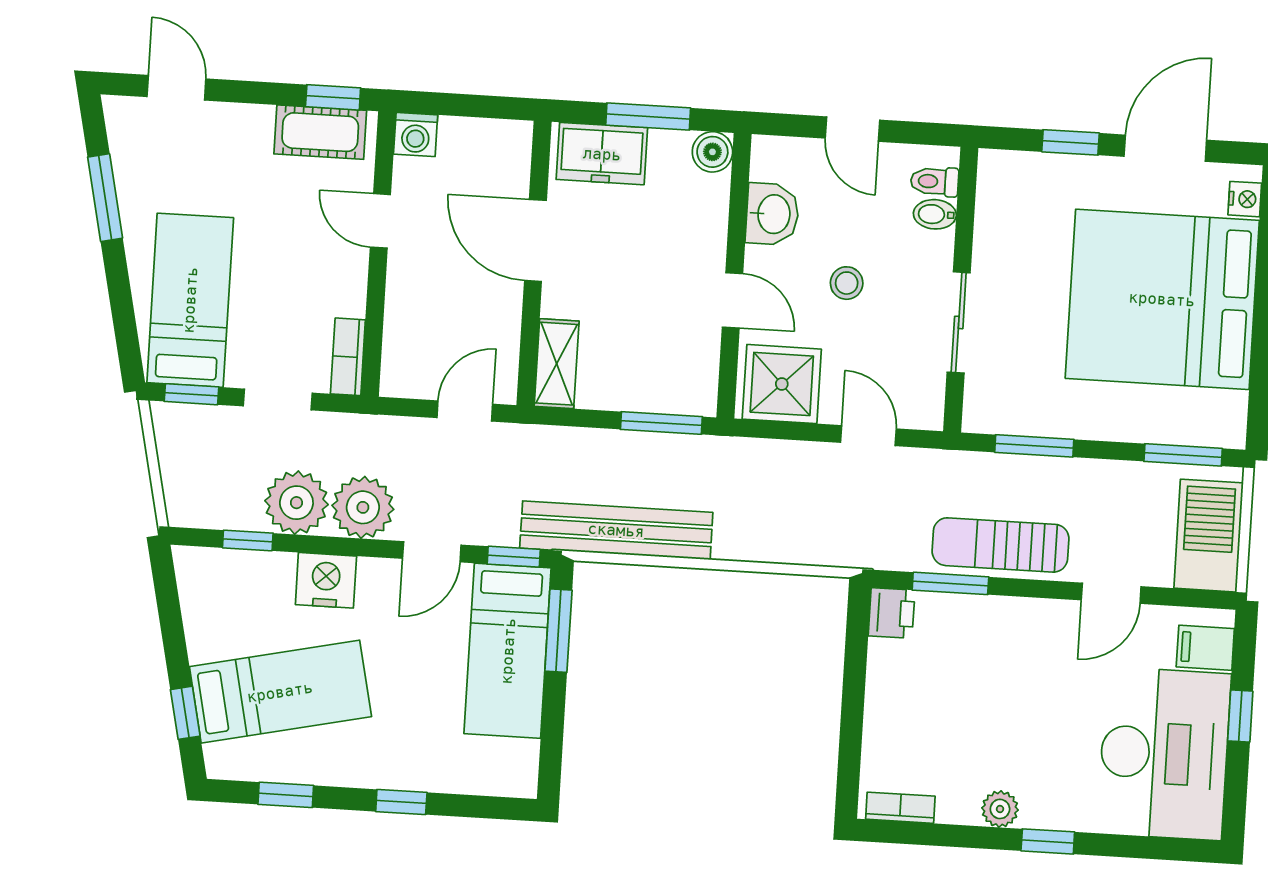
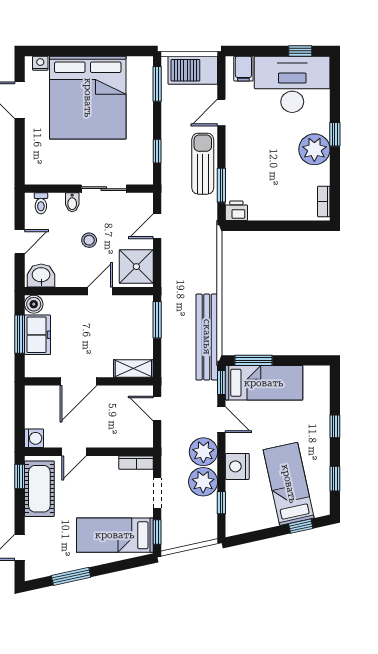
cot: (320, 132) -> (39, 489), width x1.37, depth x1.34
window: (1070, 142) -> (20, 143), removed
freezer: (602, 154) -> (38, 335), moved
washbasin: (772, 214) -> (41, 275), moved
bidet: (935, 214) -> (72, 202), moved
window: (1034, 446) -> (157, 151), width x0.67
sun lounger: (1000, 545) -> (203, 164), turned 180
door: (1111, 593) -> (221, 112), swing flipped
window: (1240, 716) -> (300, 51), moved
plant: (1000, 809) -> (314, 149), width x1.87, depth x1.87

